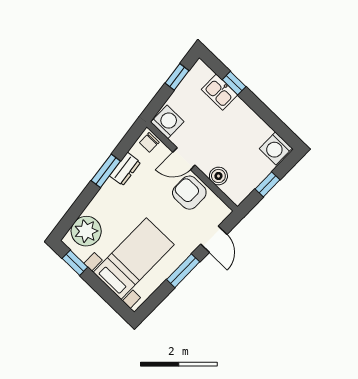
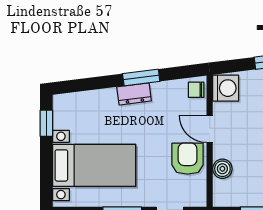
dresser: (125, 169) -> (134, 94), moved
plant: (86, 231) -> (79, 108), removed

